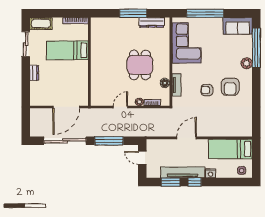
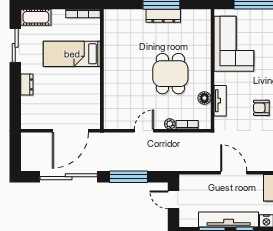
dresser: (152, 22) -> (163, 16), moved
door: (187, 138) -> (234, 173), hinge flipped

